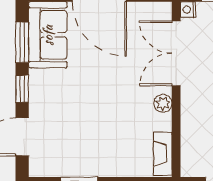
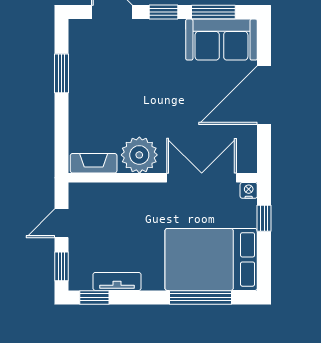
plant: (163, 103) -> (139, 155), width x1.88, depth x1.88

